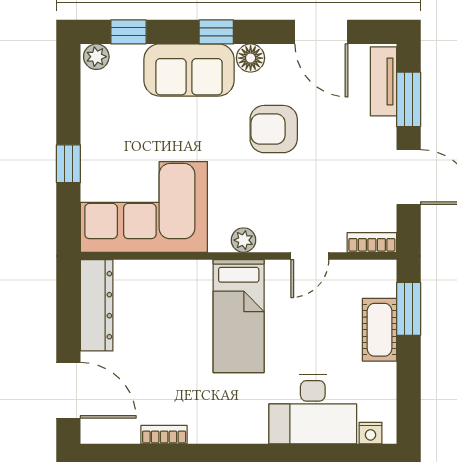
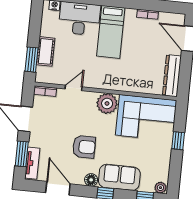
plant: (243, 240) -> (107, 103), width x1.88, depth x1.88
bed: (239, 316) -> (111, 32), moved, turned 180

